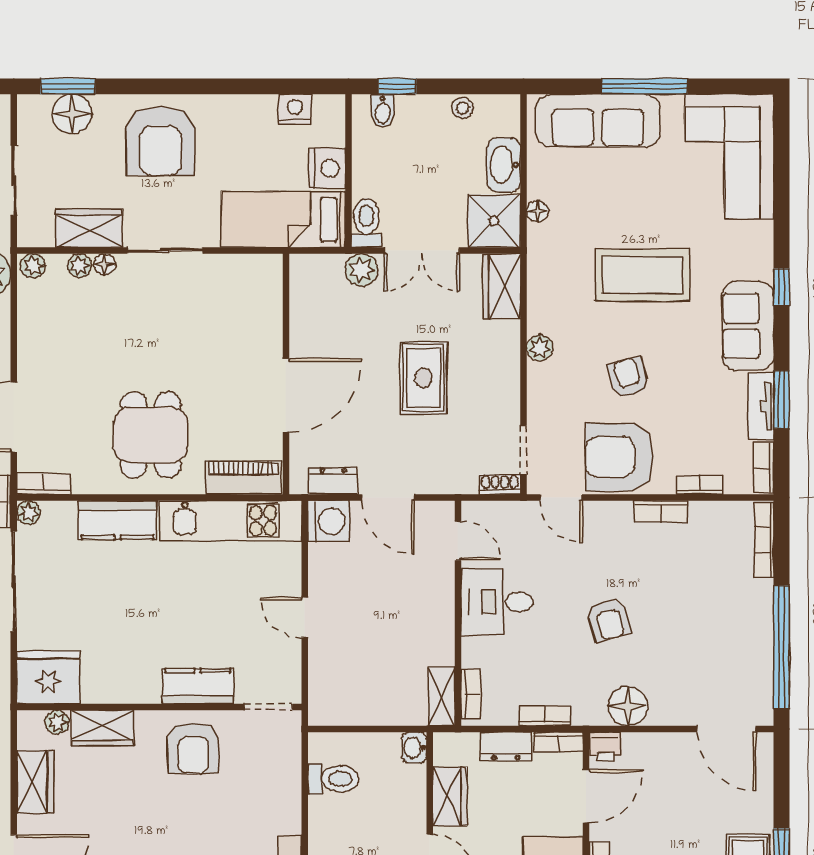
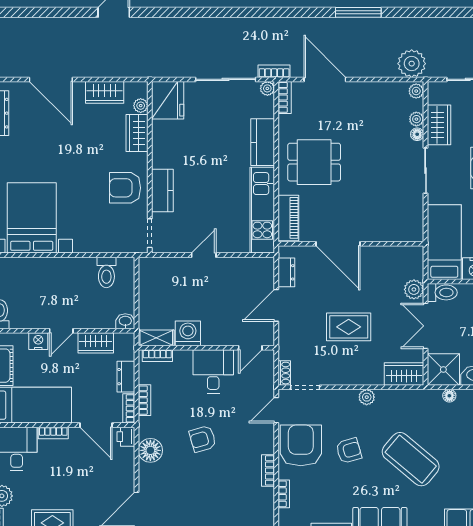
coffee table: (642, 275) -> (411, 459), turned -50
washing machine: (328, 521) -> (188, 333), moved, turned 180

